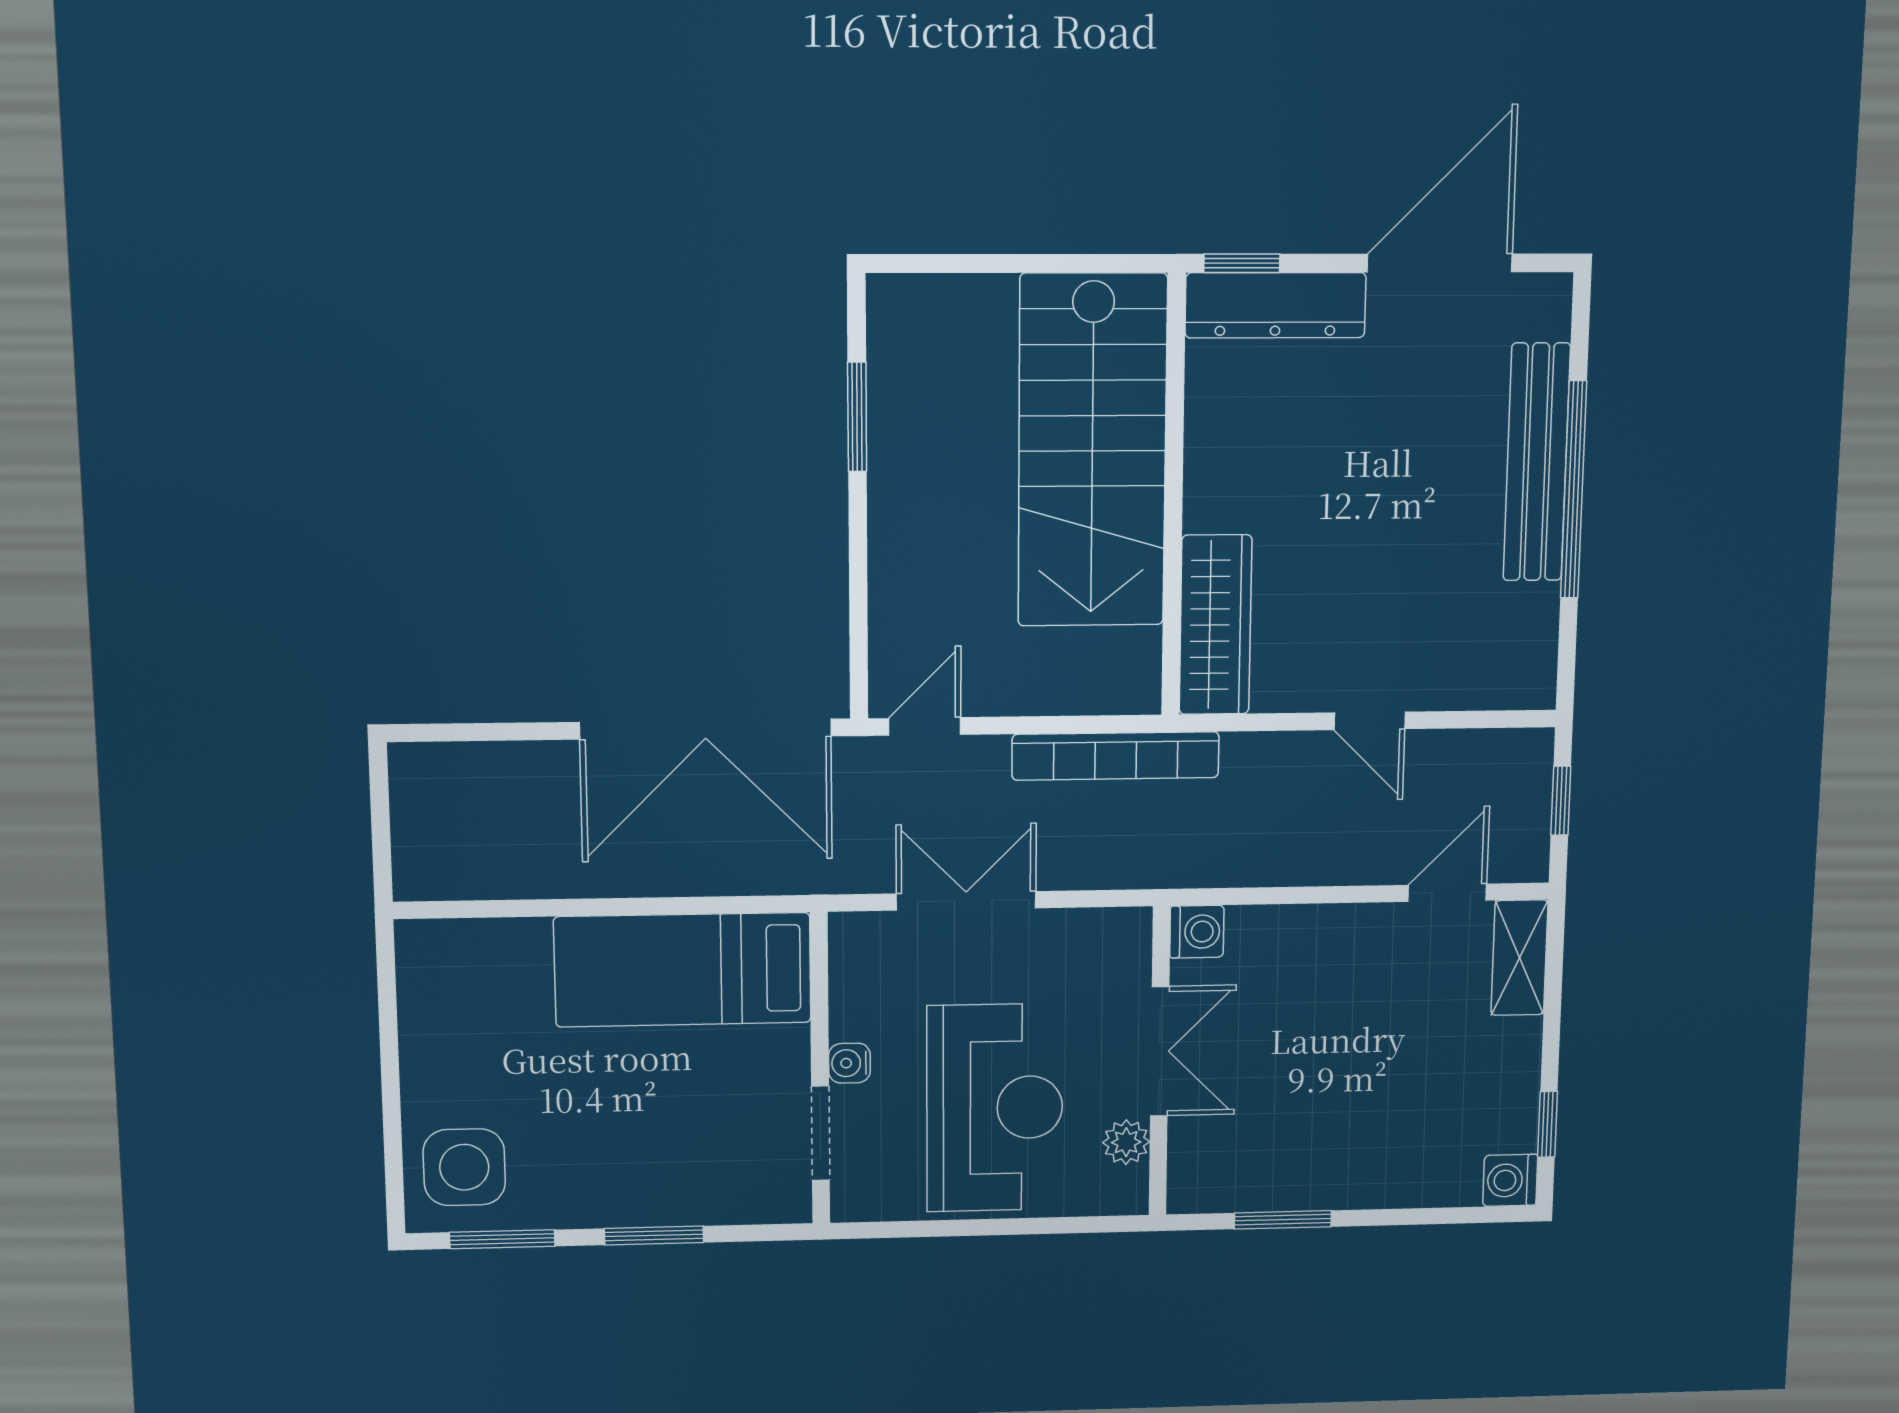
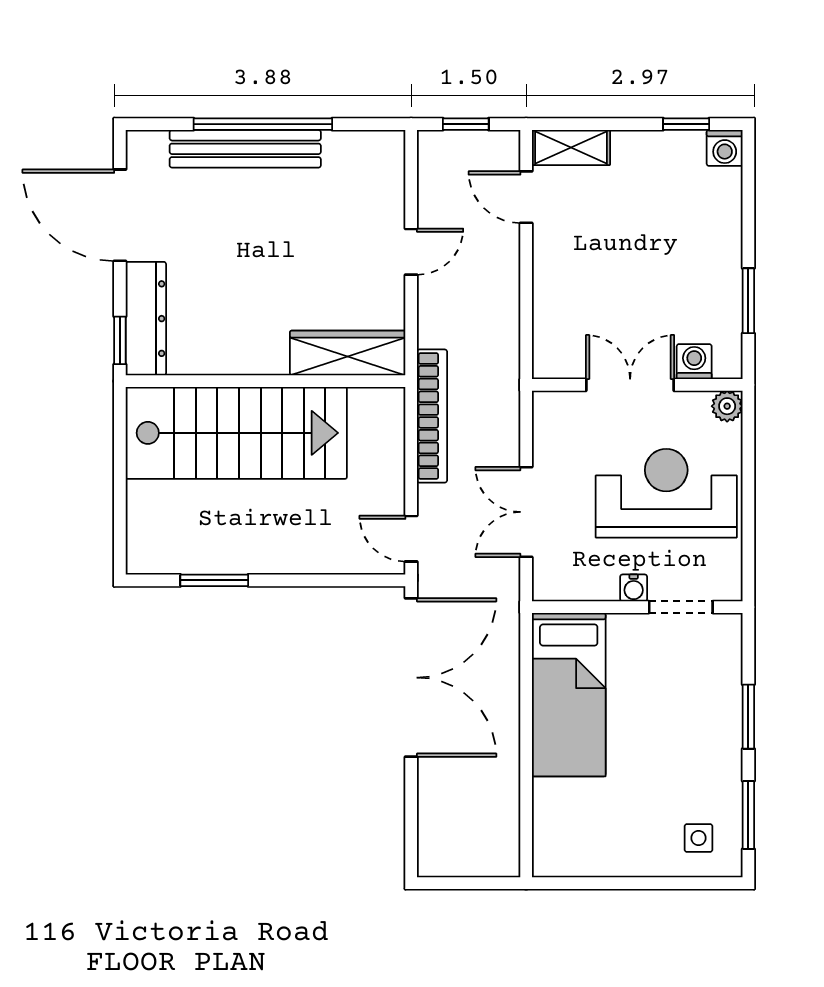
washing machine: (1197, 932) -> (694, 362), moved
plant: (1126, 1142) -> (727, 406), moved
side table: (464, 1167) -> (699, 838), width x0.54, depth x0.54

